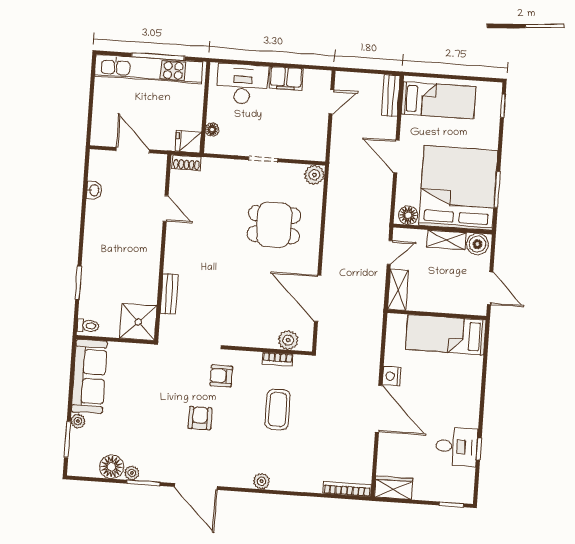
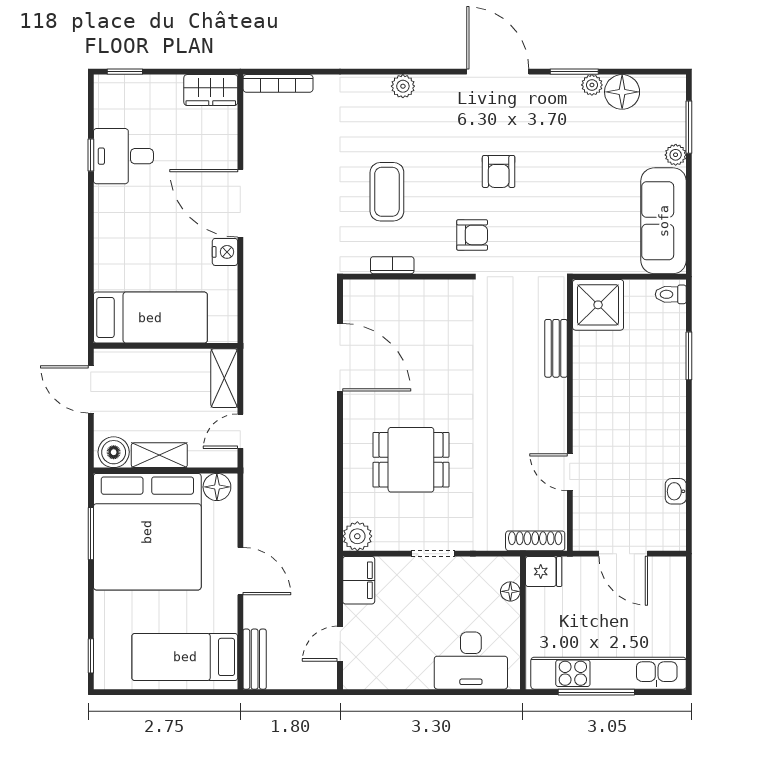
filing cabinet: (286, 78) -> (359, 580), moved, turned 90
shoe rack: (187, 163) -> (535, 541), width x1.43
plant: (288, 340) -> (379, 294), removed

